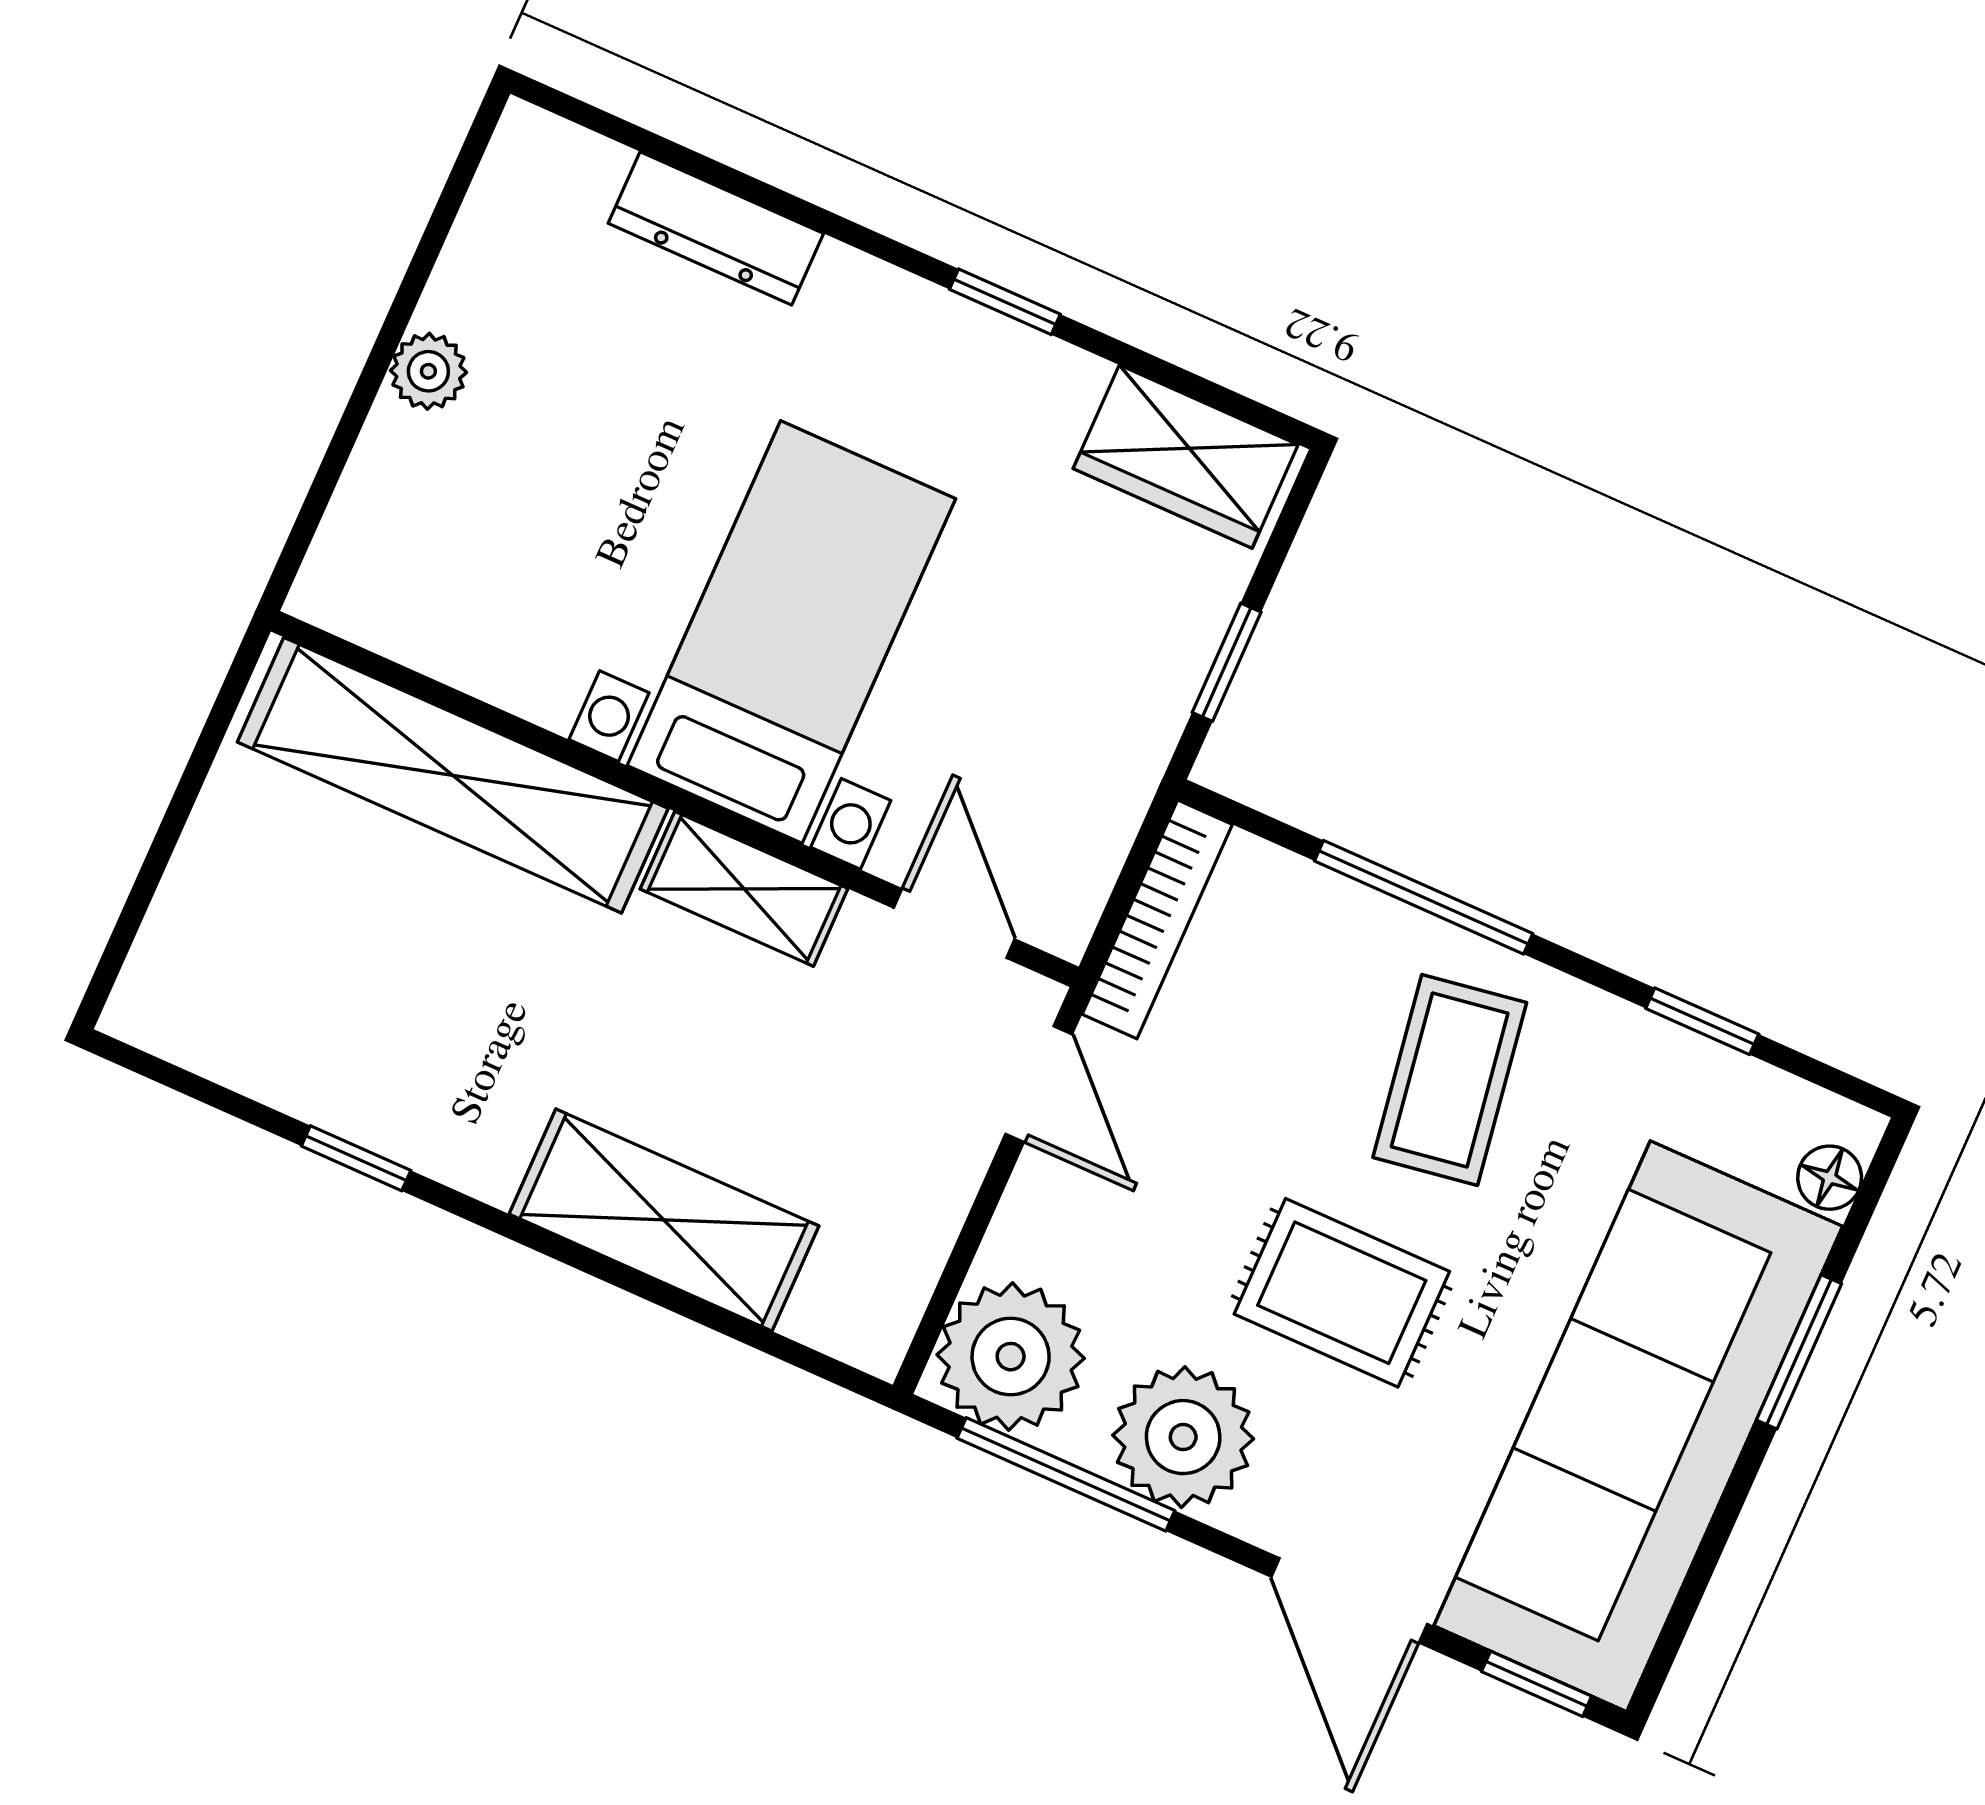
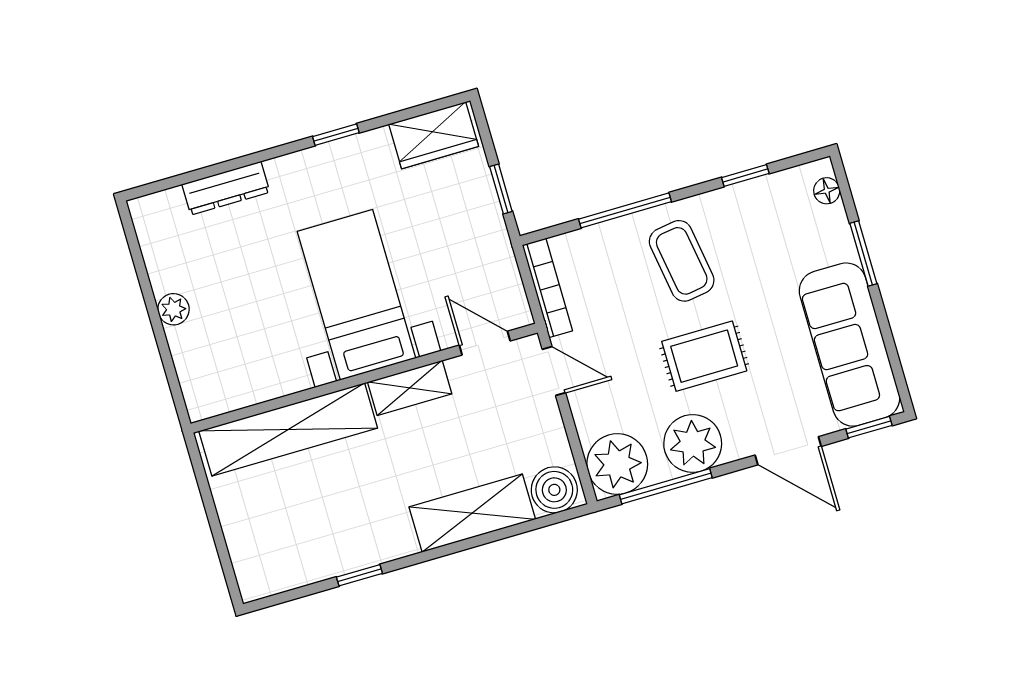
boiler: (853, 1306) -> (554, 490), added
sofa: (1638, 1426) -> (849, 345), width x0.74, depth x0.79

